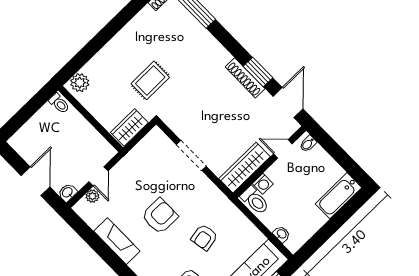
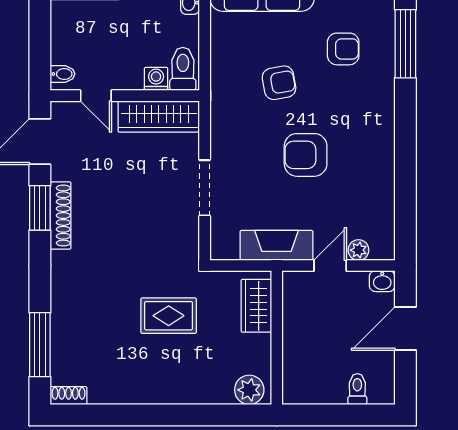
toilet: (59, 103) -> (357, 389), moved
wardrobe: (129, 128) -> (256, 306), moved, turned 90
fireplace: (117, 241) -> (276, 245), moved, turned 90

